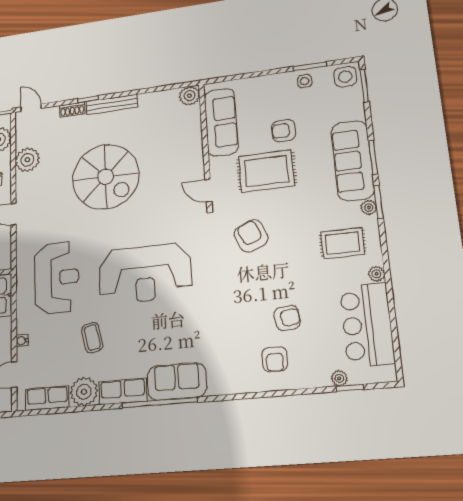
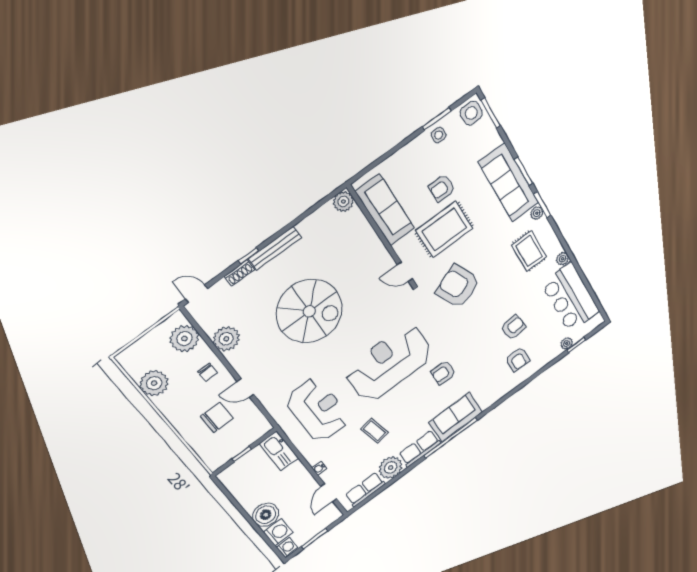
armchair: (251, 236) -> (458, 286), width x1.36, depth x1.36
rug: (343, 243) -> (529, 251), turned 90
reception desk: (145, 274) -> (389, 363), turned 180
armchair: (190, 320) -> (443, 373), added

